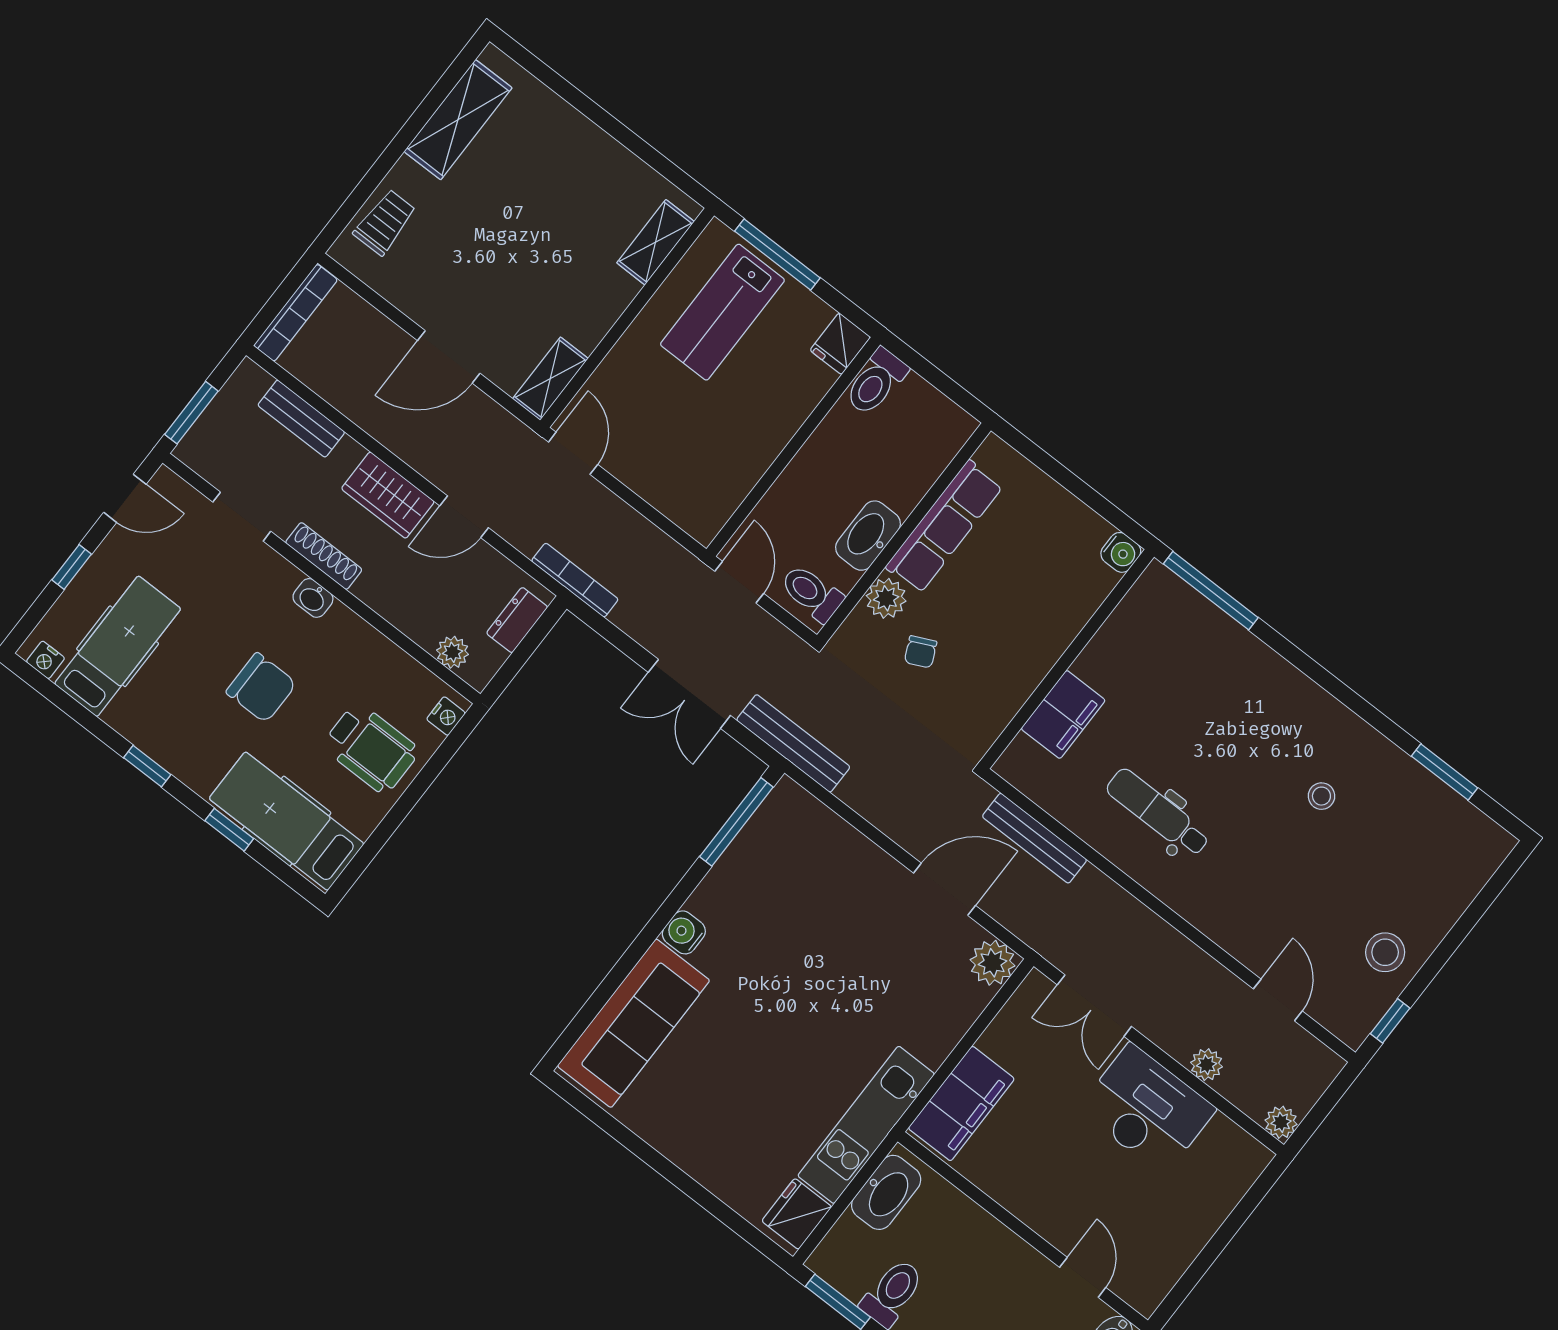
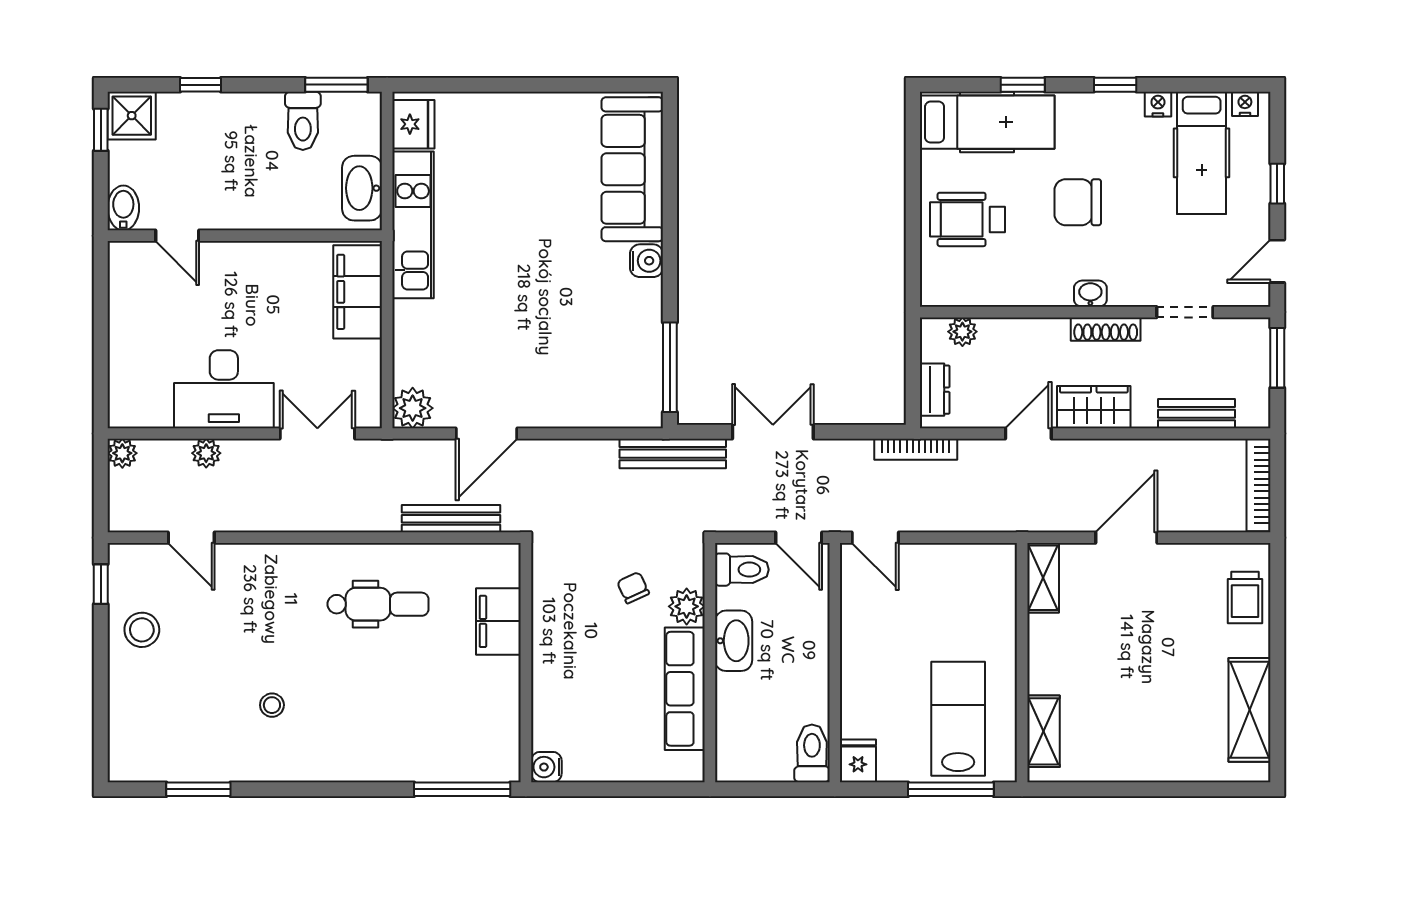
door: (573, 453) -> (875, 538), moved
nightstand: (446, 716) -> (1158, 104), moved, turned 90

